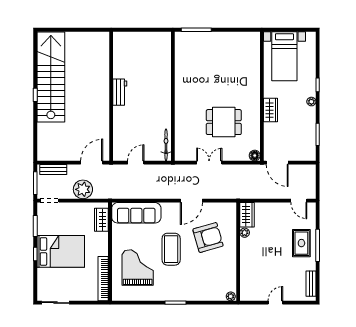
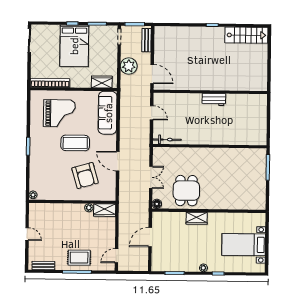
stairs: (51, 77) -> (246, 35), width x0.54, depth x0.66
wall: (262, 96) -> (209, 211), moved
wardrobe: (271, 110) -> (197, 218), moved
floor lamp: (255, 155) -> (157, 204), moved

